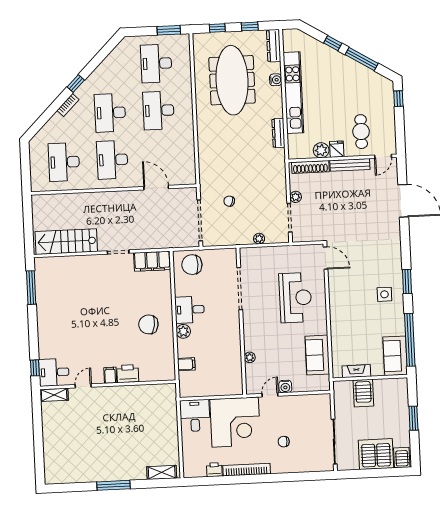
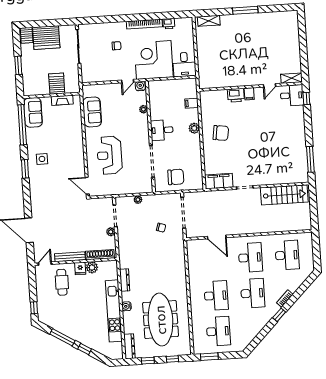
water cooler: (276, 80) -> (126, 306), moved
chair: (192, 265) -> (176, 177), moved
desk: (190, 310) -> (162, 130), moved, turned 180
water cooler: (285, 386) -> (140, 86), moved

